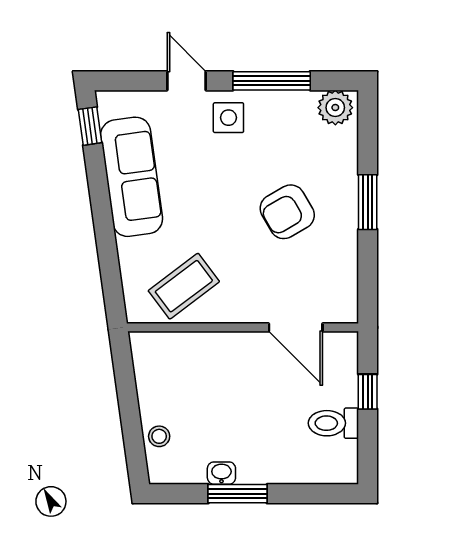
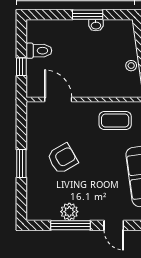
plant: (335, 108) -> (69, 212), moved
side table: (228, 118) -> (92, 206), removed
coffee table: (184, 286) -> (115, 121), turned 37
stool: (159, 436) -> (131, 66), moved

